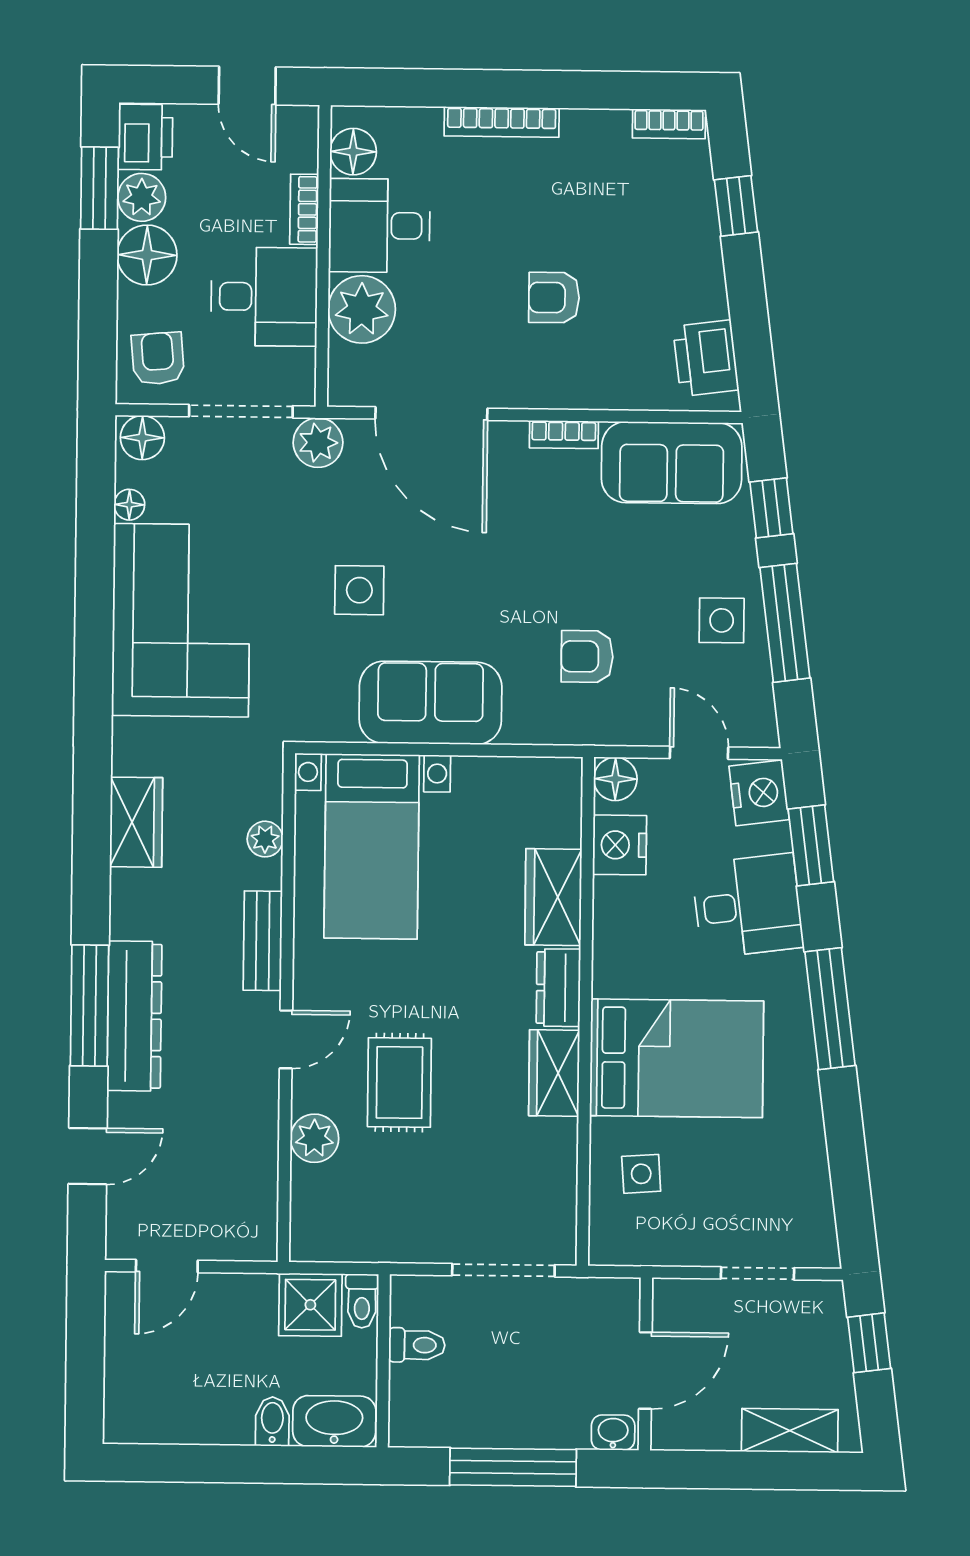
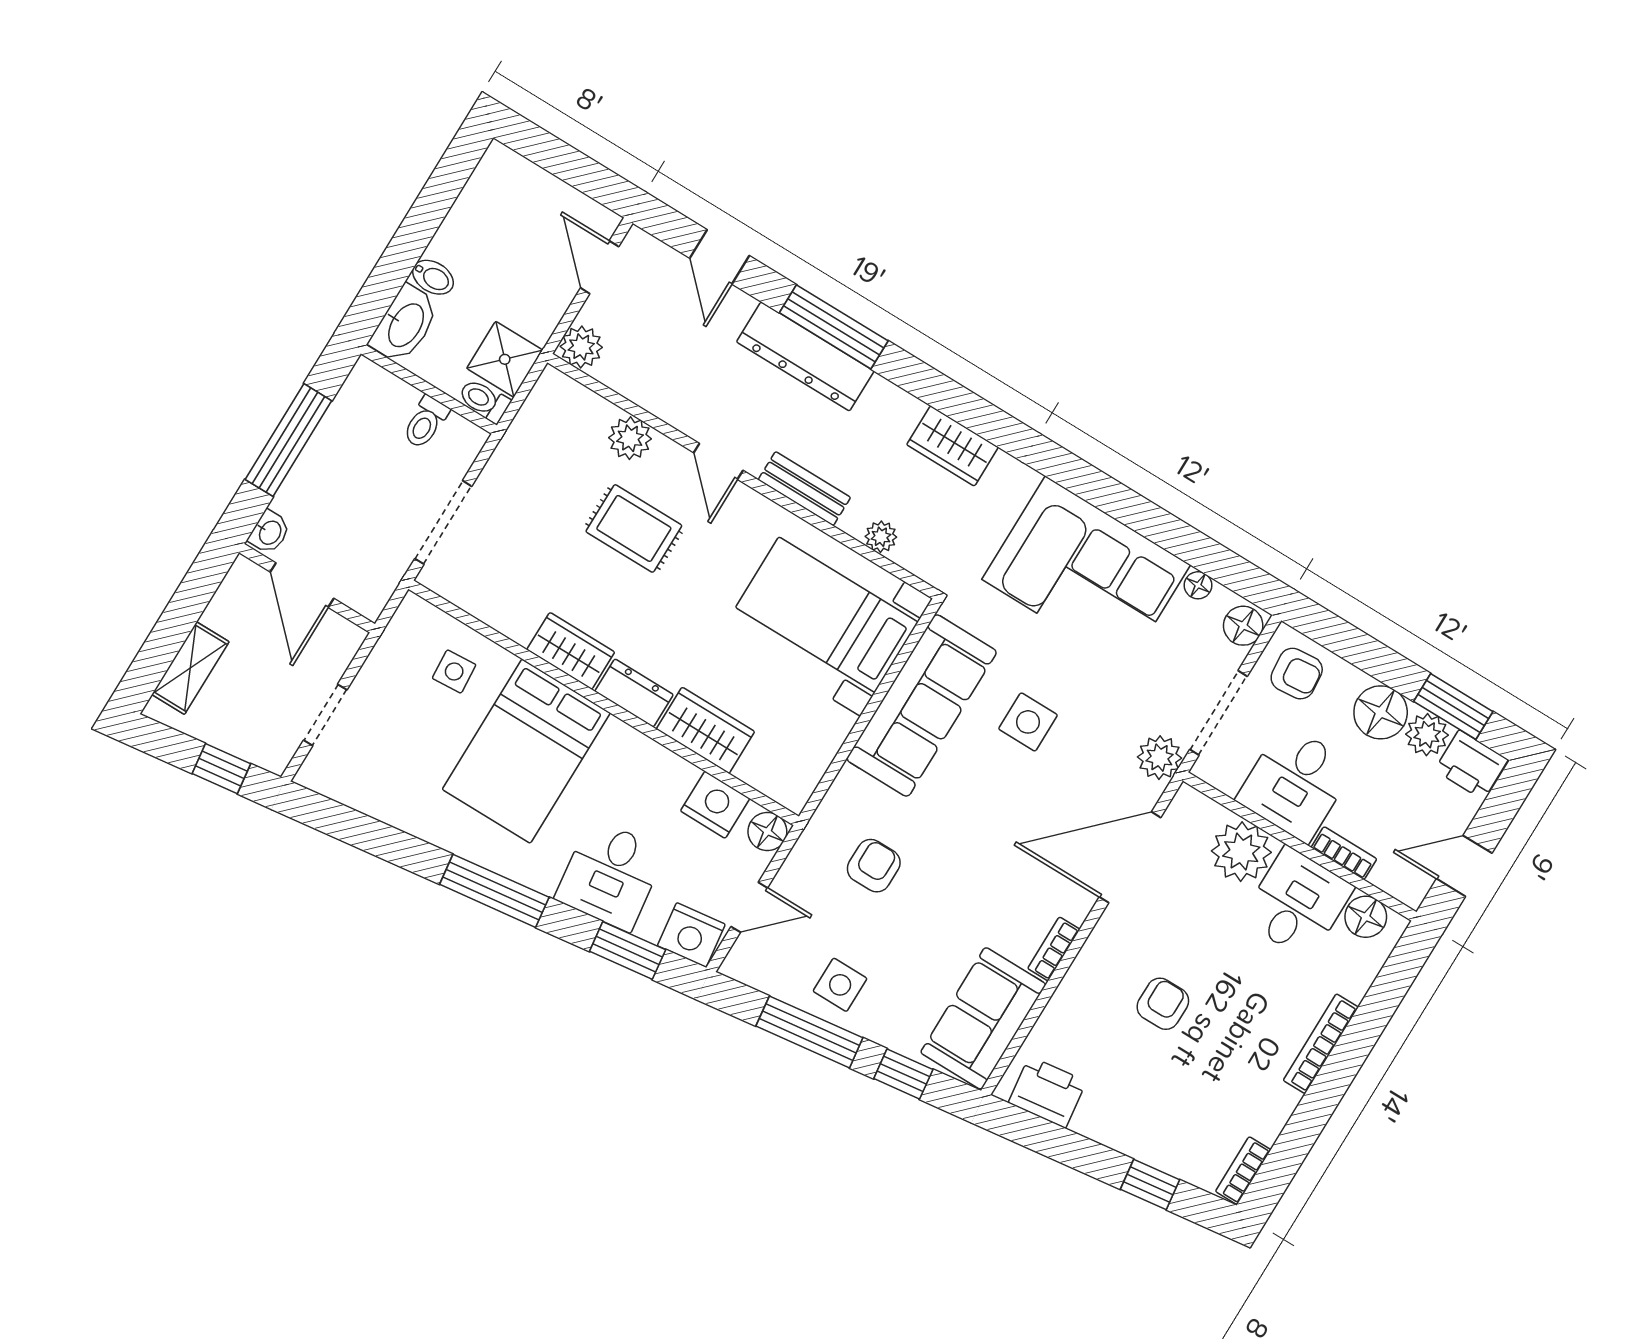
sofa: (430, 703) -> (922, 705), width x1.36
plant: (254, 1238) -> (581, 347), added

